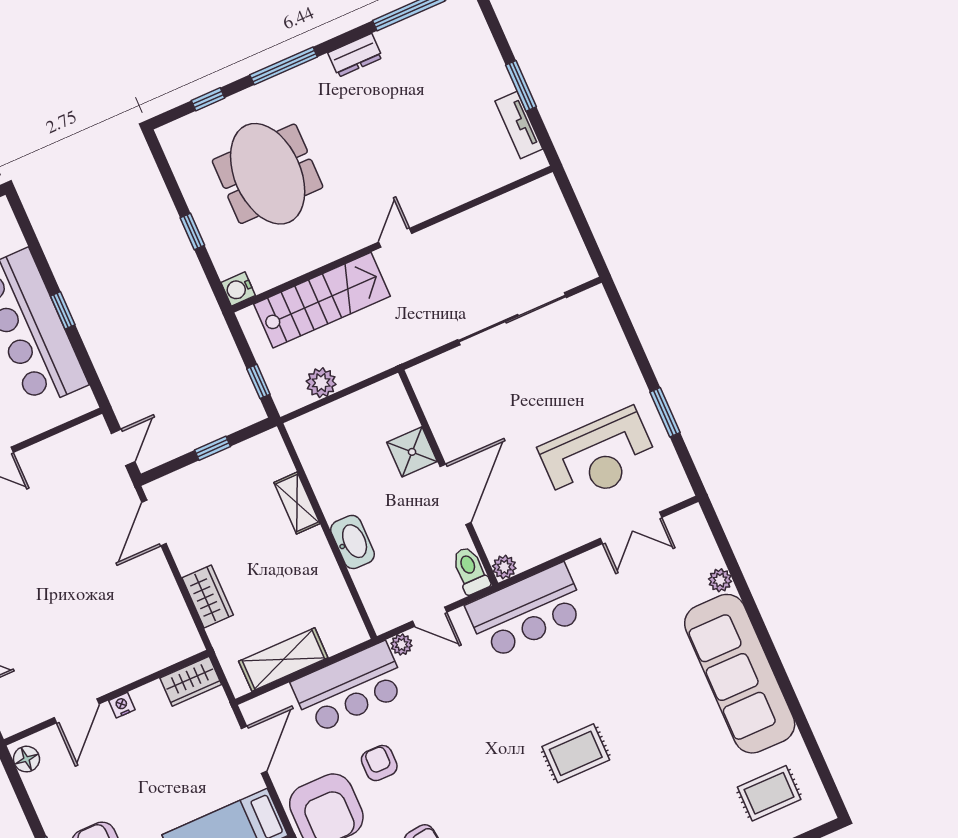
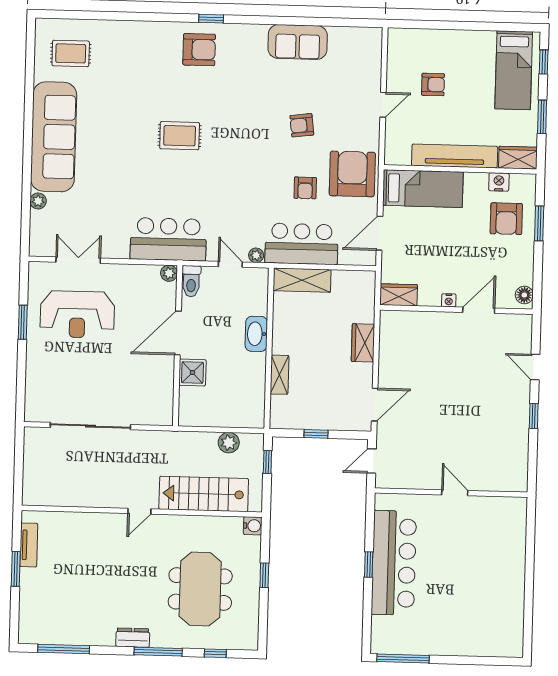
dresser: (355, 55) -> (133, 638), moved
reception desk: (599, 456) -> (77, 314), turned 180
shelving: (283, 659) -> (302, 280), moved

